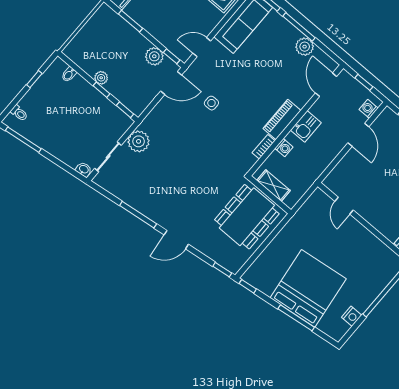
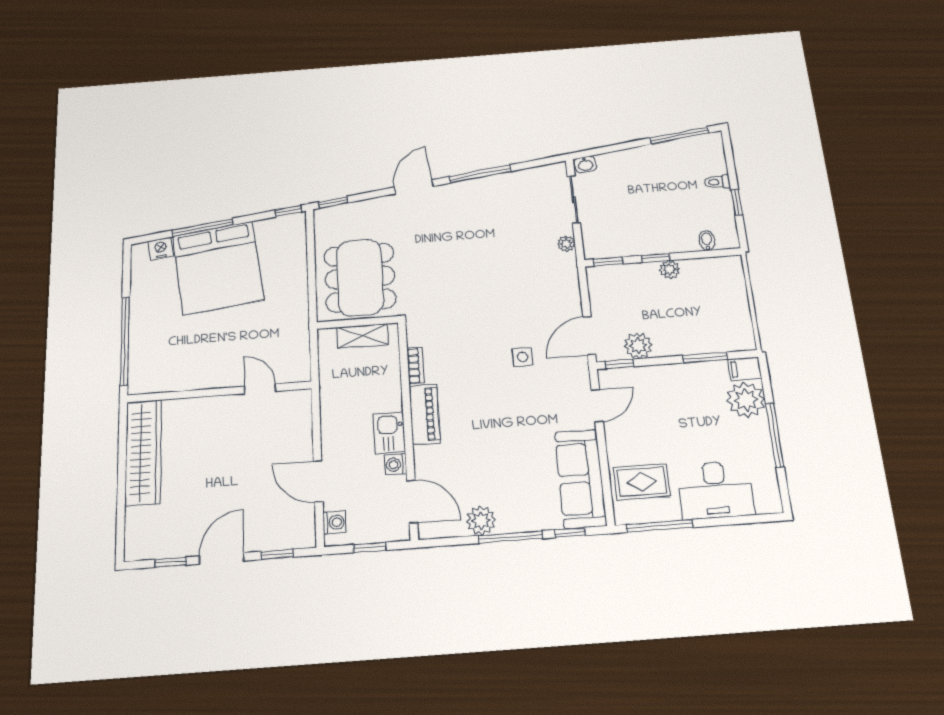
toilet: (19, 113) -> (717, 182), moved
plant: (139, 141) -> (566, 243), width x0.53, depth x0.53
washing machine: (284, 148) -> (396, 465), moved
nightstand: (352, 316) -> (161, 248), moved, turned 83

